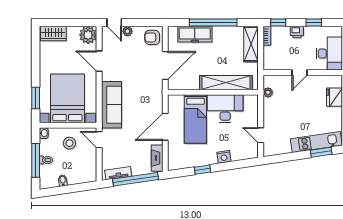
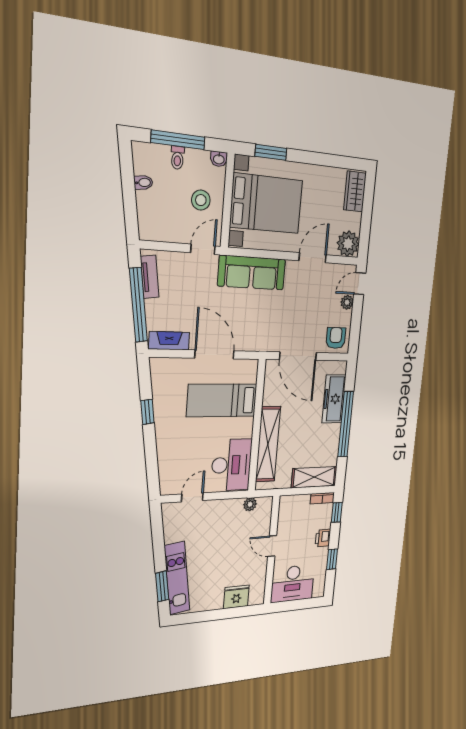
desk: (225, 109) -> (231, 465), moved
nightstand: (224, 157) -> (164, 444), removed

